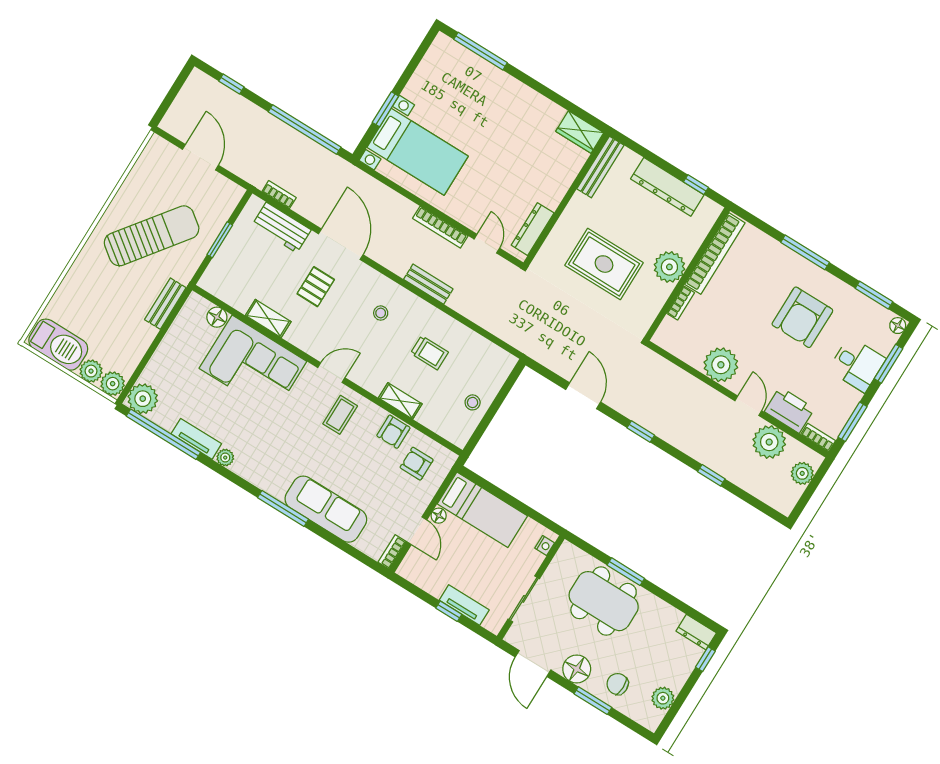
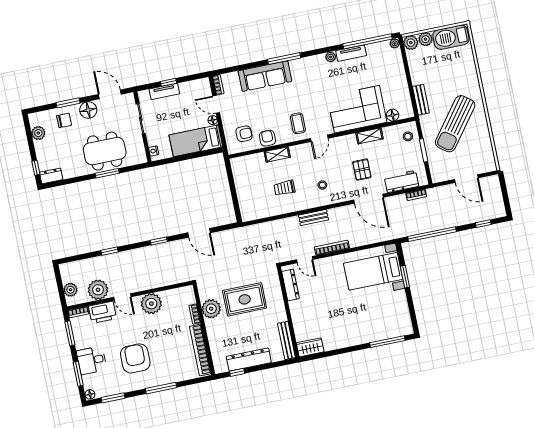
plant: (669, 267) -> (211, 309), moved
plant: (143, 399) -> (395, 43), width x0.53, depth x0.53
stool: (473, 402) -> (408, 136), moved

